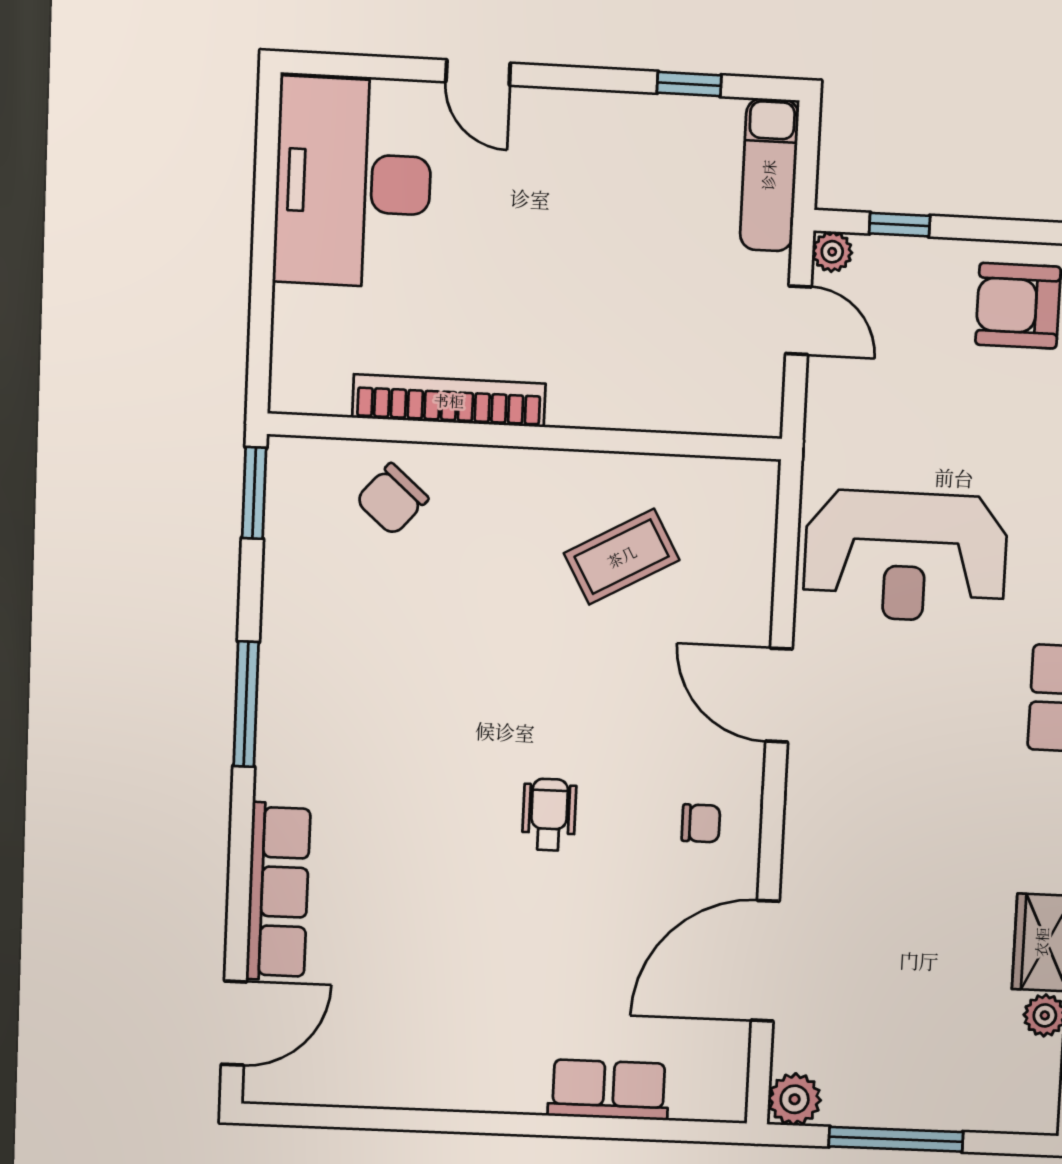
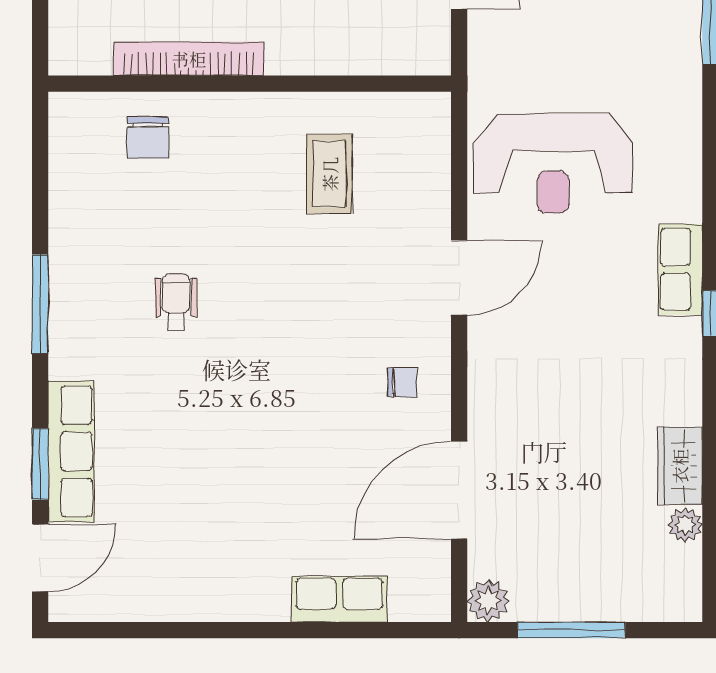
window: (254, 493) -> (40, 464), moved
chair: (392, 499) -> (148, 138), turned -41
coffee table: (622, 557) -> (330, 174), turned -61
door: (779, 695) -> (459, 278), swing flipped
wheelchair: (549, 815) -> (176, 302), moved

